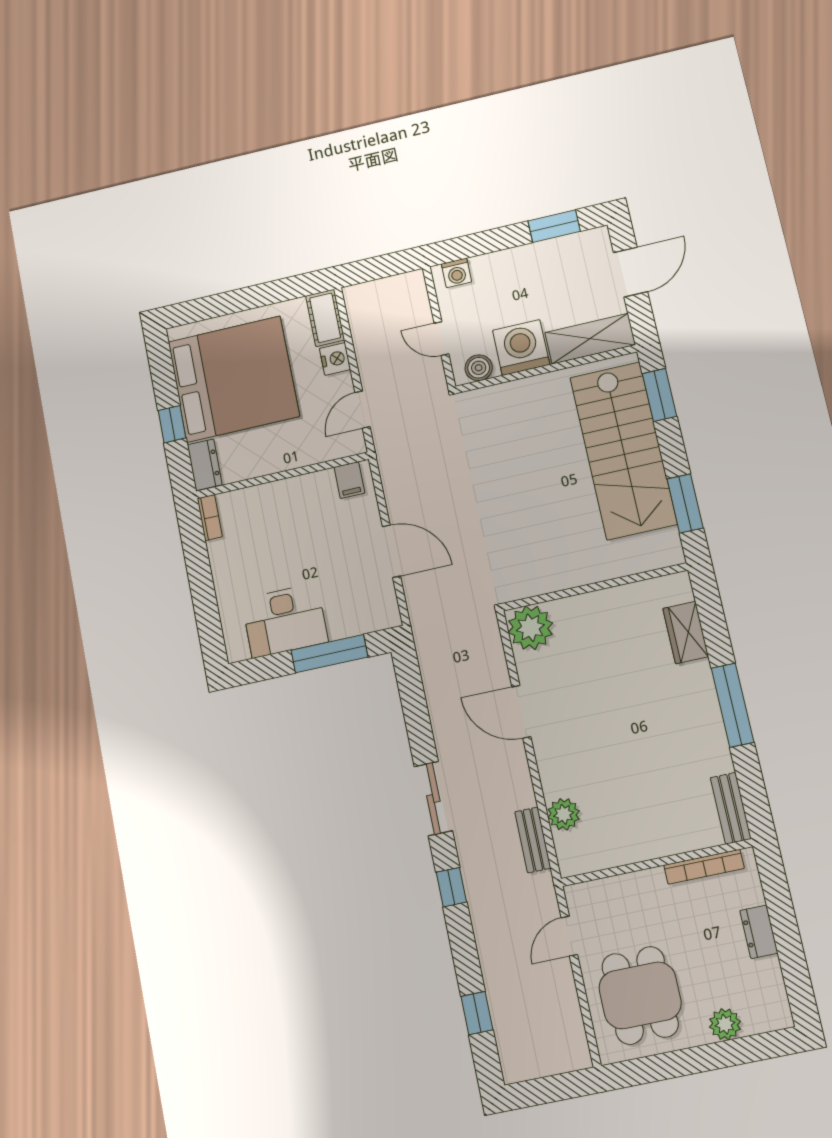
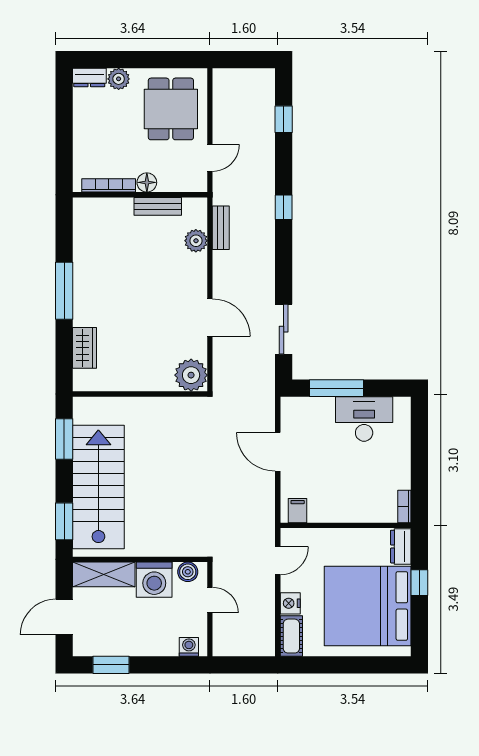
sliding door: (433, 799) -> (284, 329), moved
bench: (731, 808) -> (158, 206), moved, turned 90
floor lamp: (651, 882) -> (147, 182), added
dresser: (759, 932) -> (89, 77), moved, turned 90

